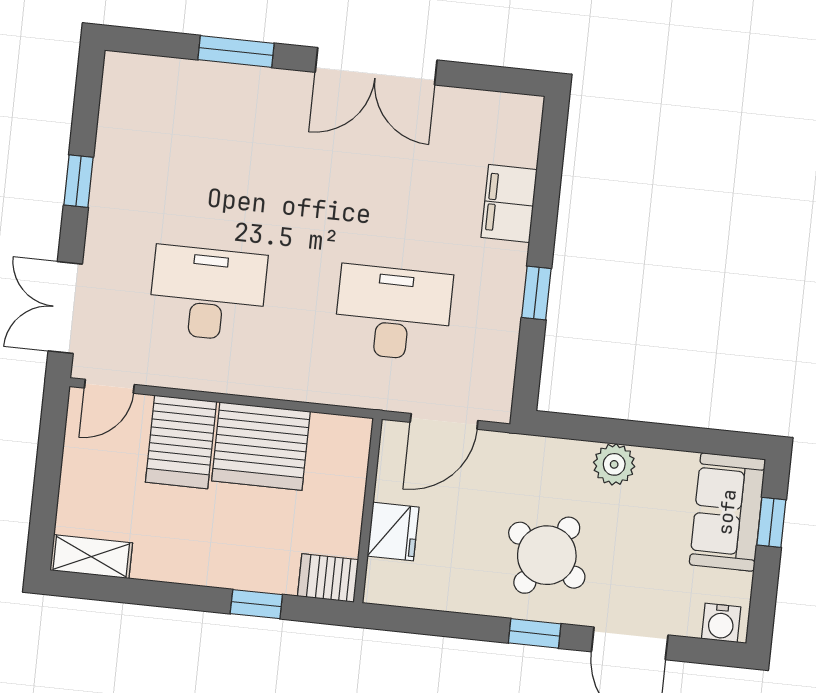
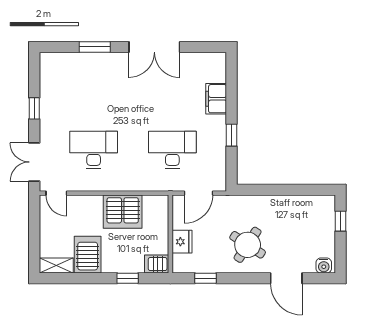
door: (109, 386) -> (56, 193), hinge flipped
server rack: (181, 442) -> (88, 255), moved, turned 180
plant: (614, 464) -> (272, 204), removed
sofa: (727, 512) -> (322, 219), removed
window: (535, 633) -> (206, 278), moved

